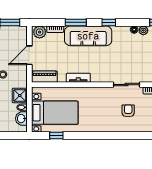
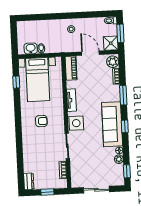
sofa: (88, 36) -> (112, 124), moved
side table: (103, 74) -> (76, 123), added
shower: (20, 95) -> (111, 43), moved
armchair: (128, 111) -> (41, 121), moved

